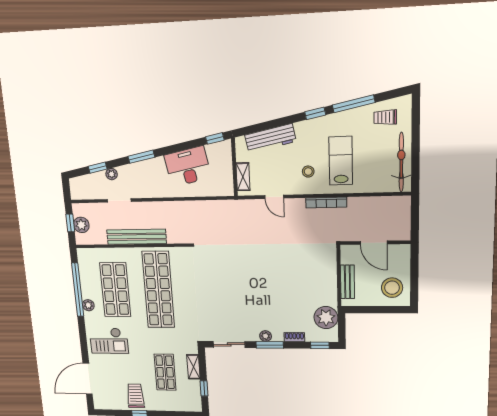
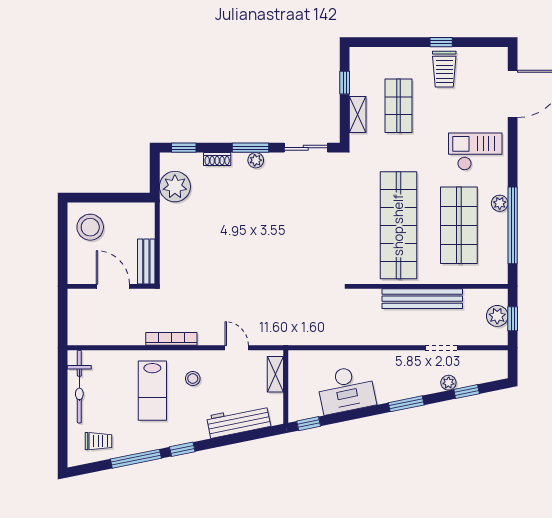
bench: (347, 282) -> (146, 262), moved

